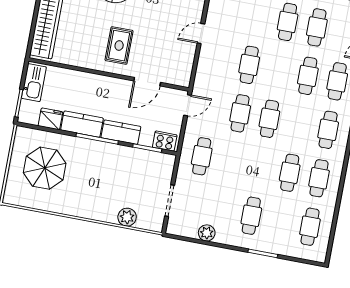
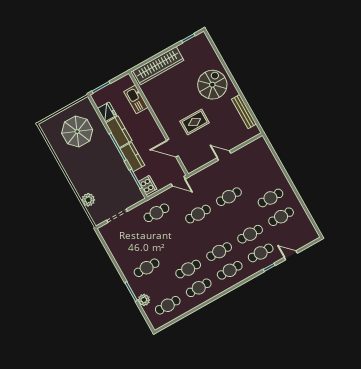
rug: (119, 46) -> (195, 122), moved
kitchen sink: (34, 83) -> (136, 99), moved, turned 90
cafe table: (269, 119) -> (219, 252), moved
plant: (207, 233) -> (144, 300), moved

